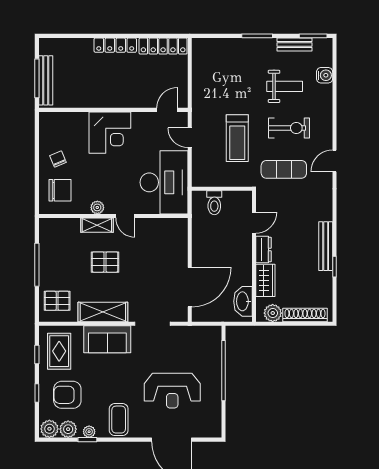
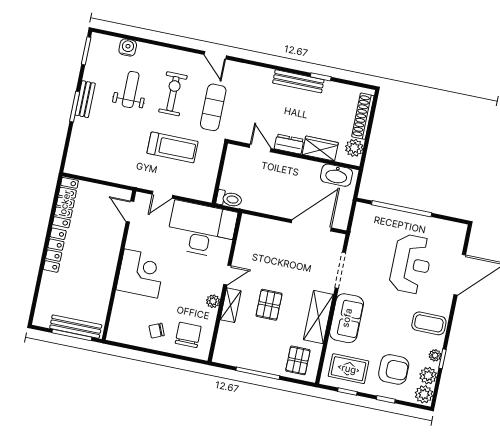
bench: (294, 44) -> (85, 99), moved
toilet: (214, 203) -> (229, 199), moved
door: (190, 287) -> (311, 225), hinge flipped
armchair: (67, 395) -> (394, 369), turned -90

